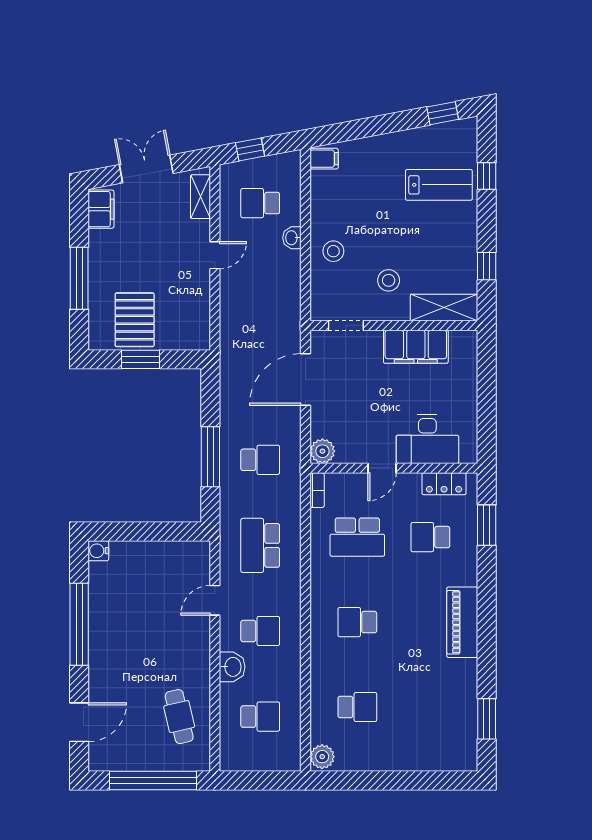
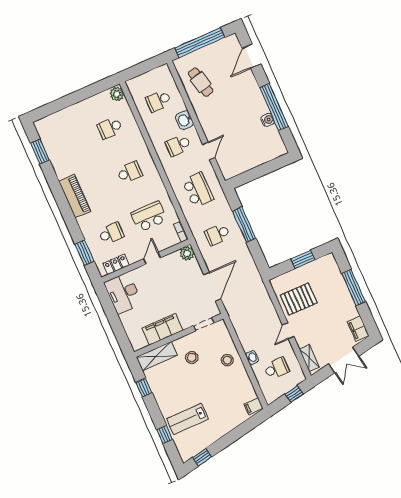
pallet: (135, 320) -> (299, 299), moved, turned 90
desk: (427, 439) -> (123, 293), moved, turned -90
water cooler: (98, 551) -> (268, 120), moved

